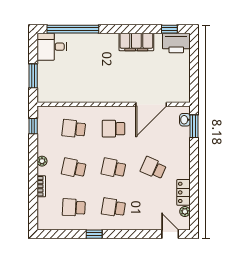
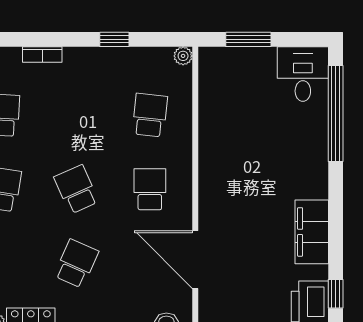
window: (33, 126) -> (114, 39), moved
plant: (42, 161) -> (183, 56), moved
school desk: (74, 168) -> (76, 115), removed
school desk: (114, 168) -> (76, 189), turned -36

